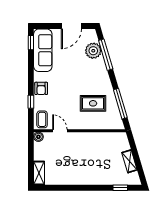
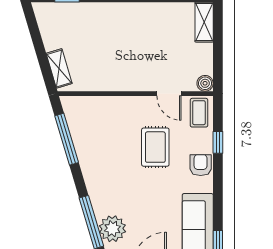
rug: (93, 103) -> (155, 147), moved, turned 90
shelving: (129, 161) -> (59, 68), moved

